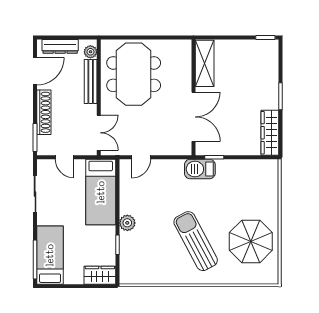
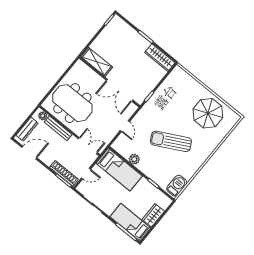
door: (35, 71) -> (29, 153), hinge flipped
shoe rack: (44, 112) -> (64, 173), moved
double door: (194, 117) -> (120, 90), swing flipped
door: (141, 157) -> (125, 126), moved
barbecue: (200, 169) -> (177, 186), moved, turned 180
plant: (127, 223) -> (134, 159), moved
sun lounger: (196, 241) -> (171, 141), moved
wardrobe: (100, 275) -> (153, 215), moved

